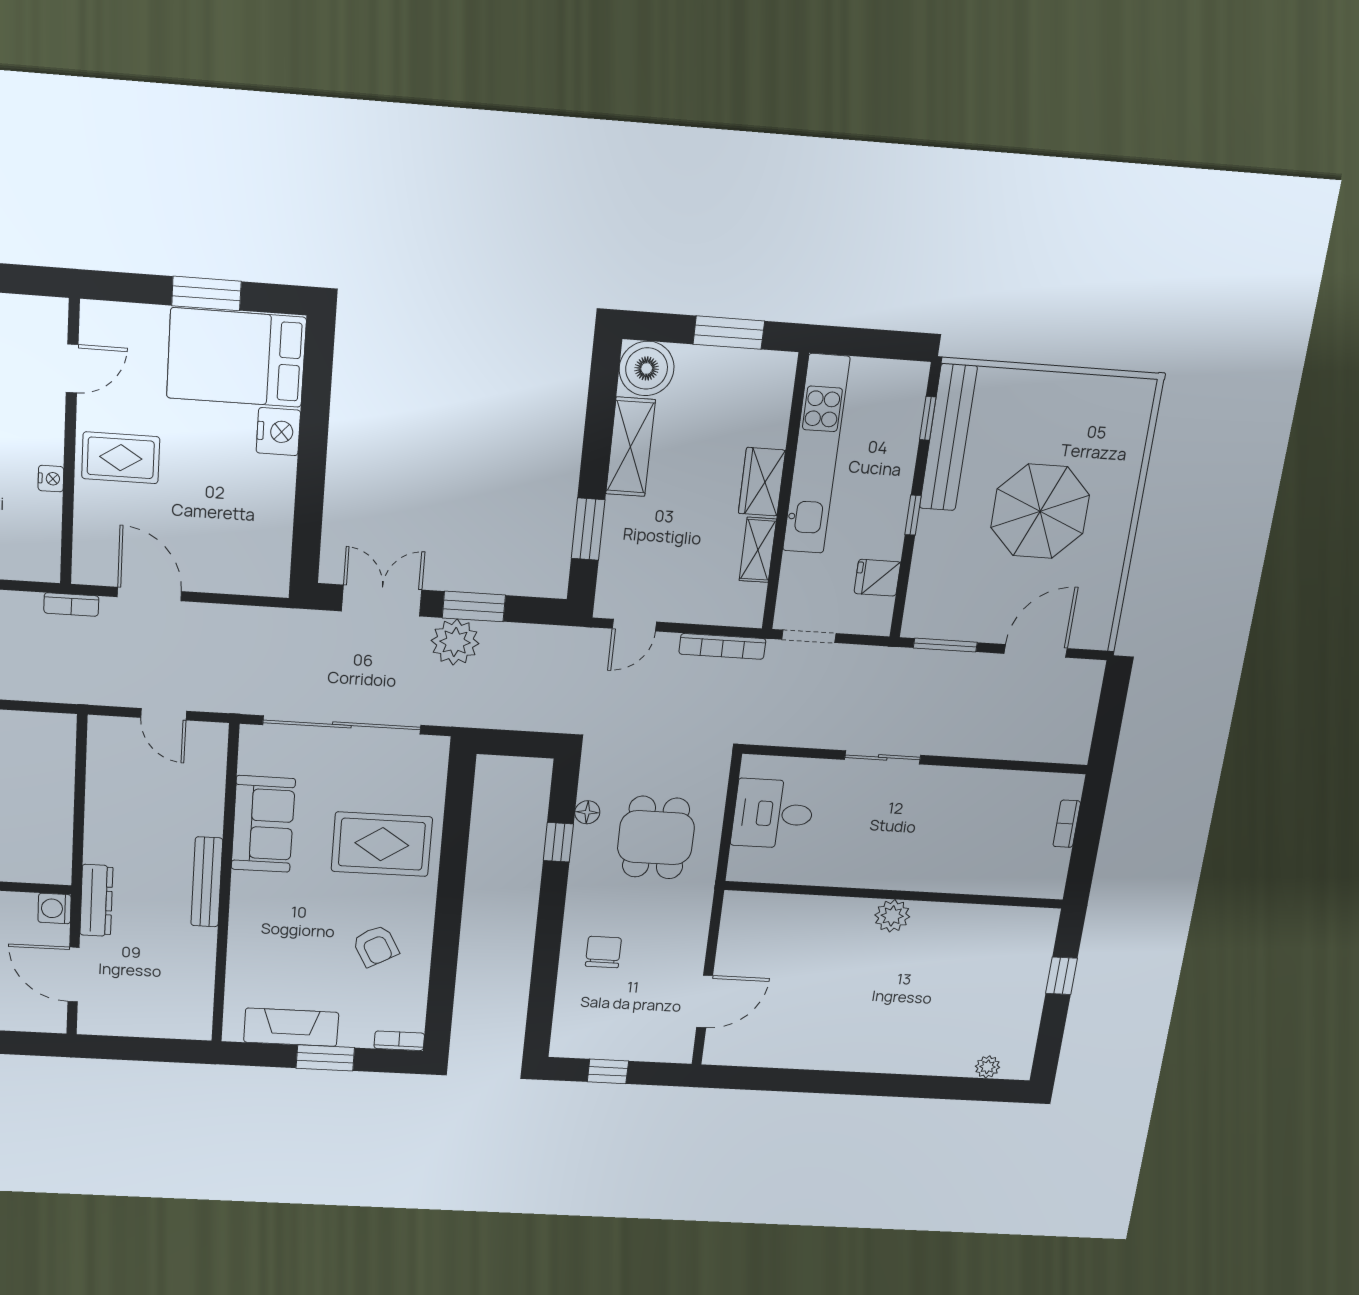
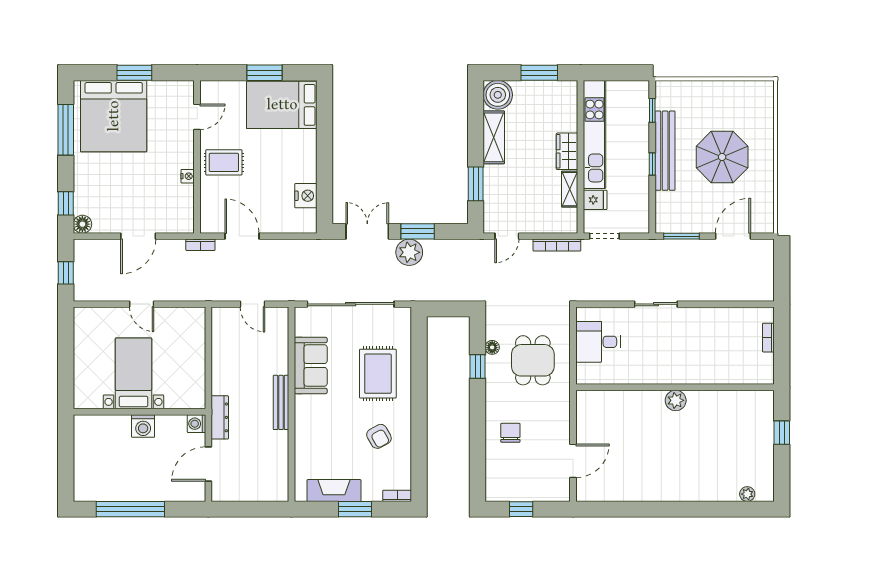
nightstand: (278, 432) -> (306, 196), moved
bench: (948, 438) -> (665, 151), moved
fridge: (877, 578) -> (595, 200), moved, turned 180
rug: (382, 844) -> (378, 374), turned 90
door: (74, 975) -> (208, 464), hinge flipped

